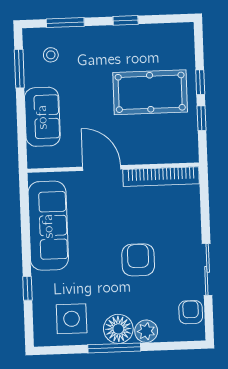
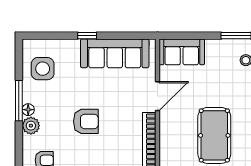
sofa: (42, 117) -> (182, 52), moved
window: (27, 288) -> (87, 36), moved
floor lamp: (118, 329) -> (28, 110), width x0.53, depth x0.53

